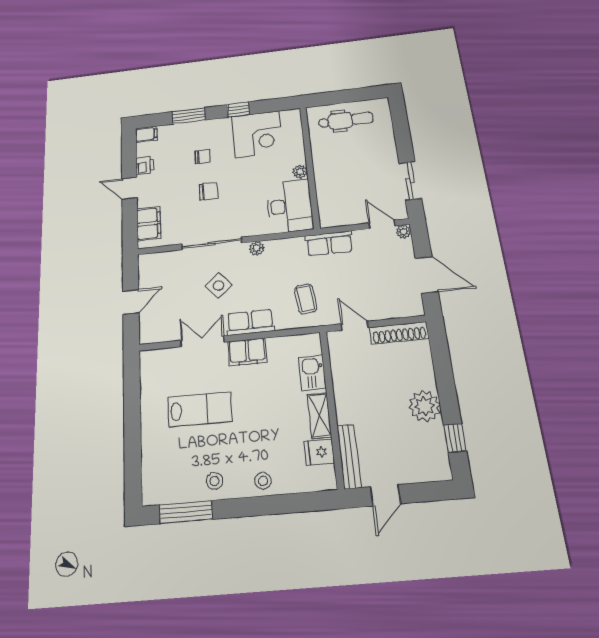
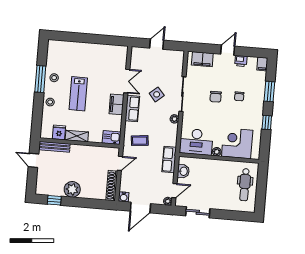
corner desk: (257, 134) -> (237, 143), moved, turned 90
washbasin: (345, 217) -> (183, 171), added
door: (131, 302) -> (157, 44), swing flipped
water cooler: (415, 308) -> (124, 197), added
kitchen sink: (312, 373) -> (112, 137), moved
lab bench: (200, 409) -> (78, 94), moved
window: (186, 512) -> (40, 79), moved

